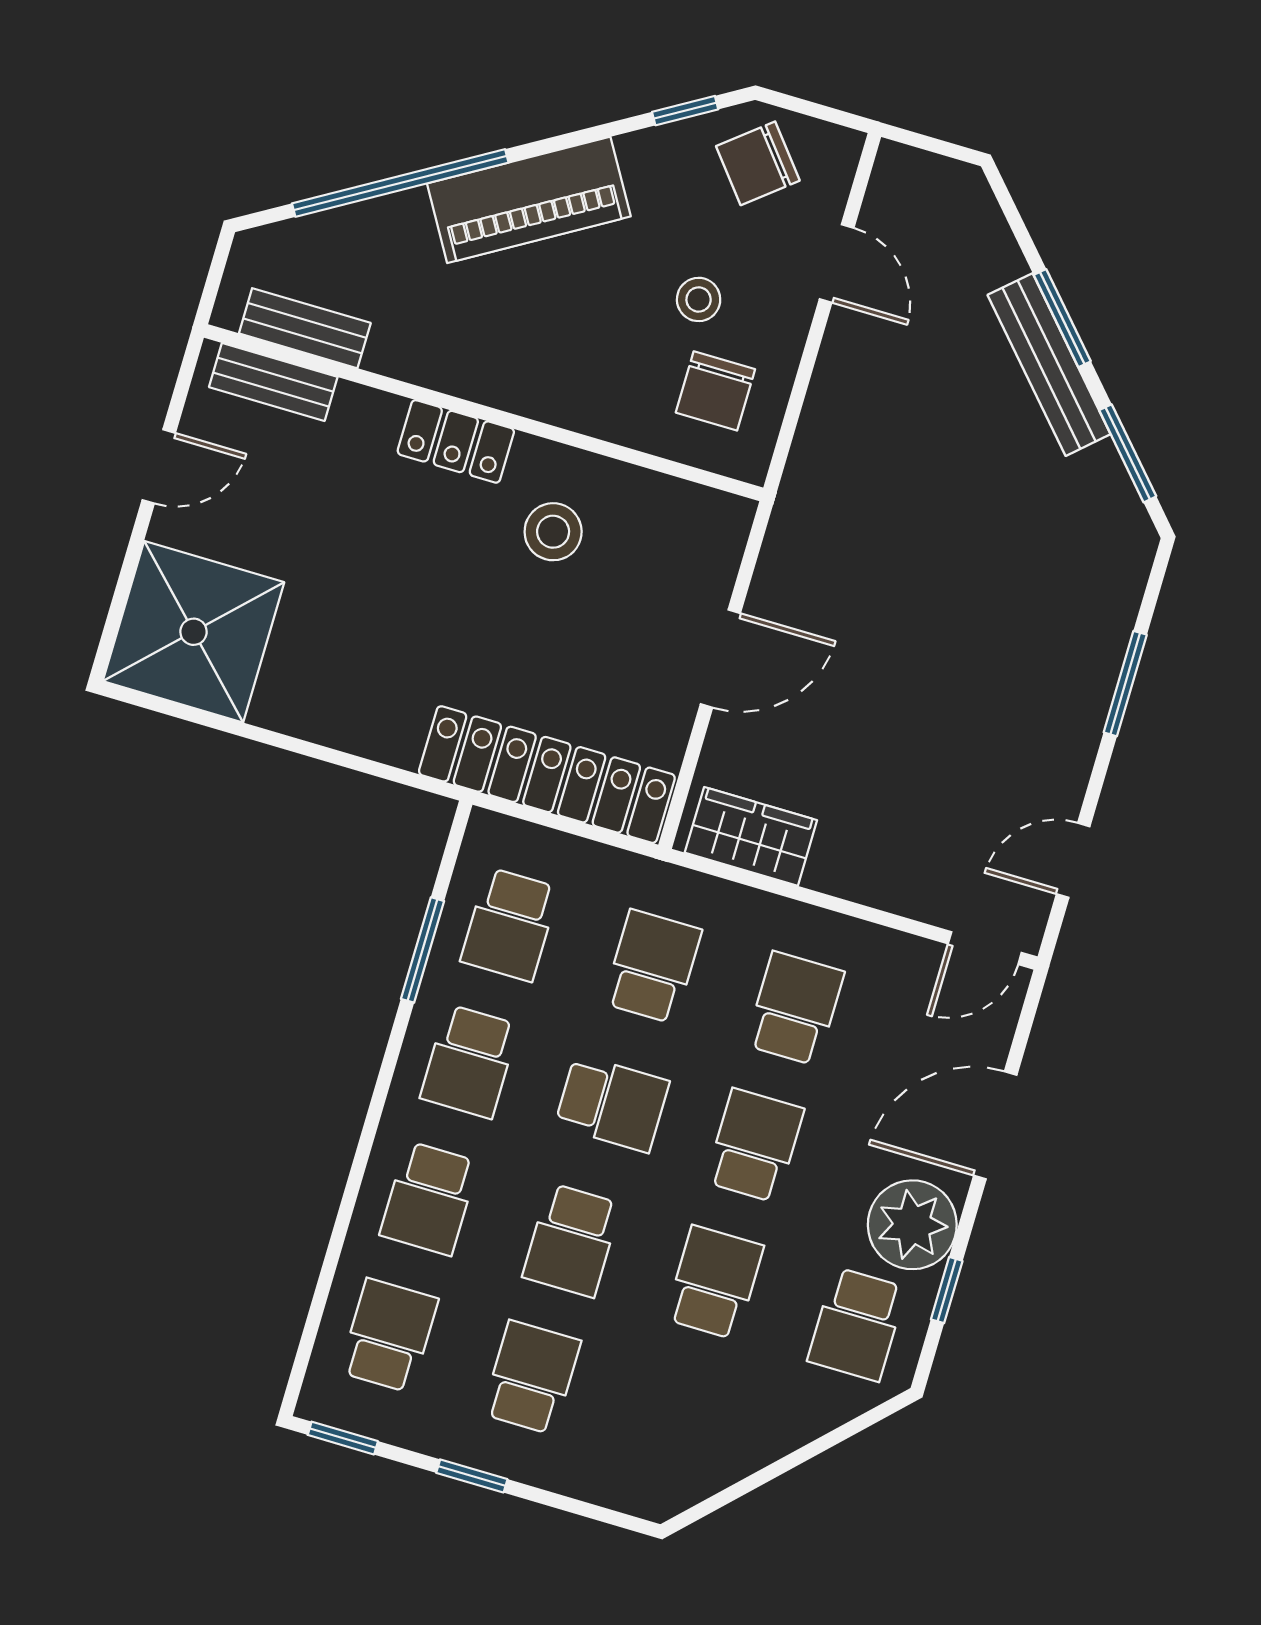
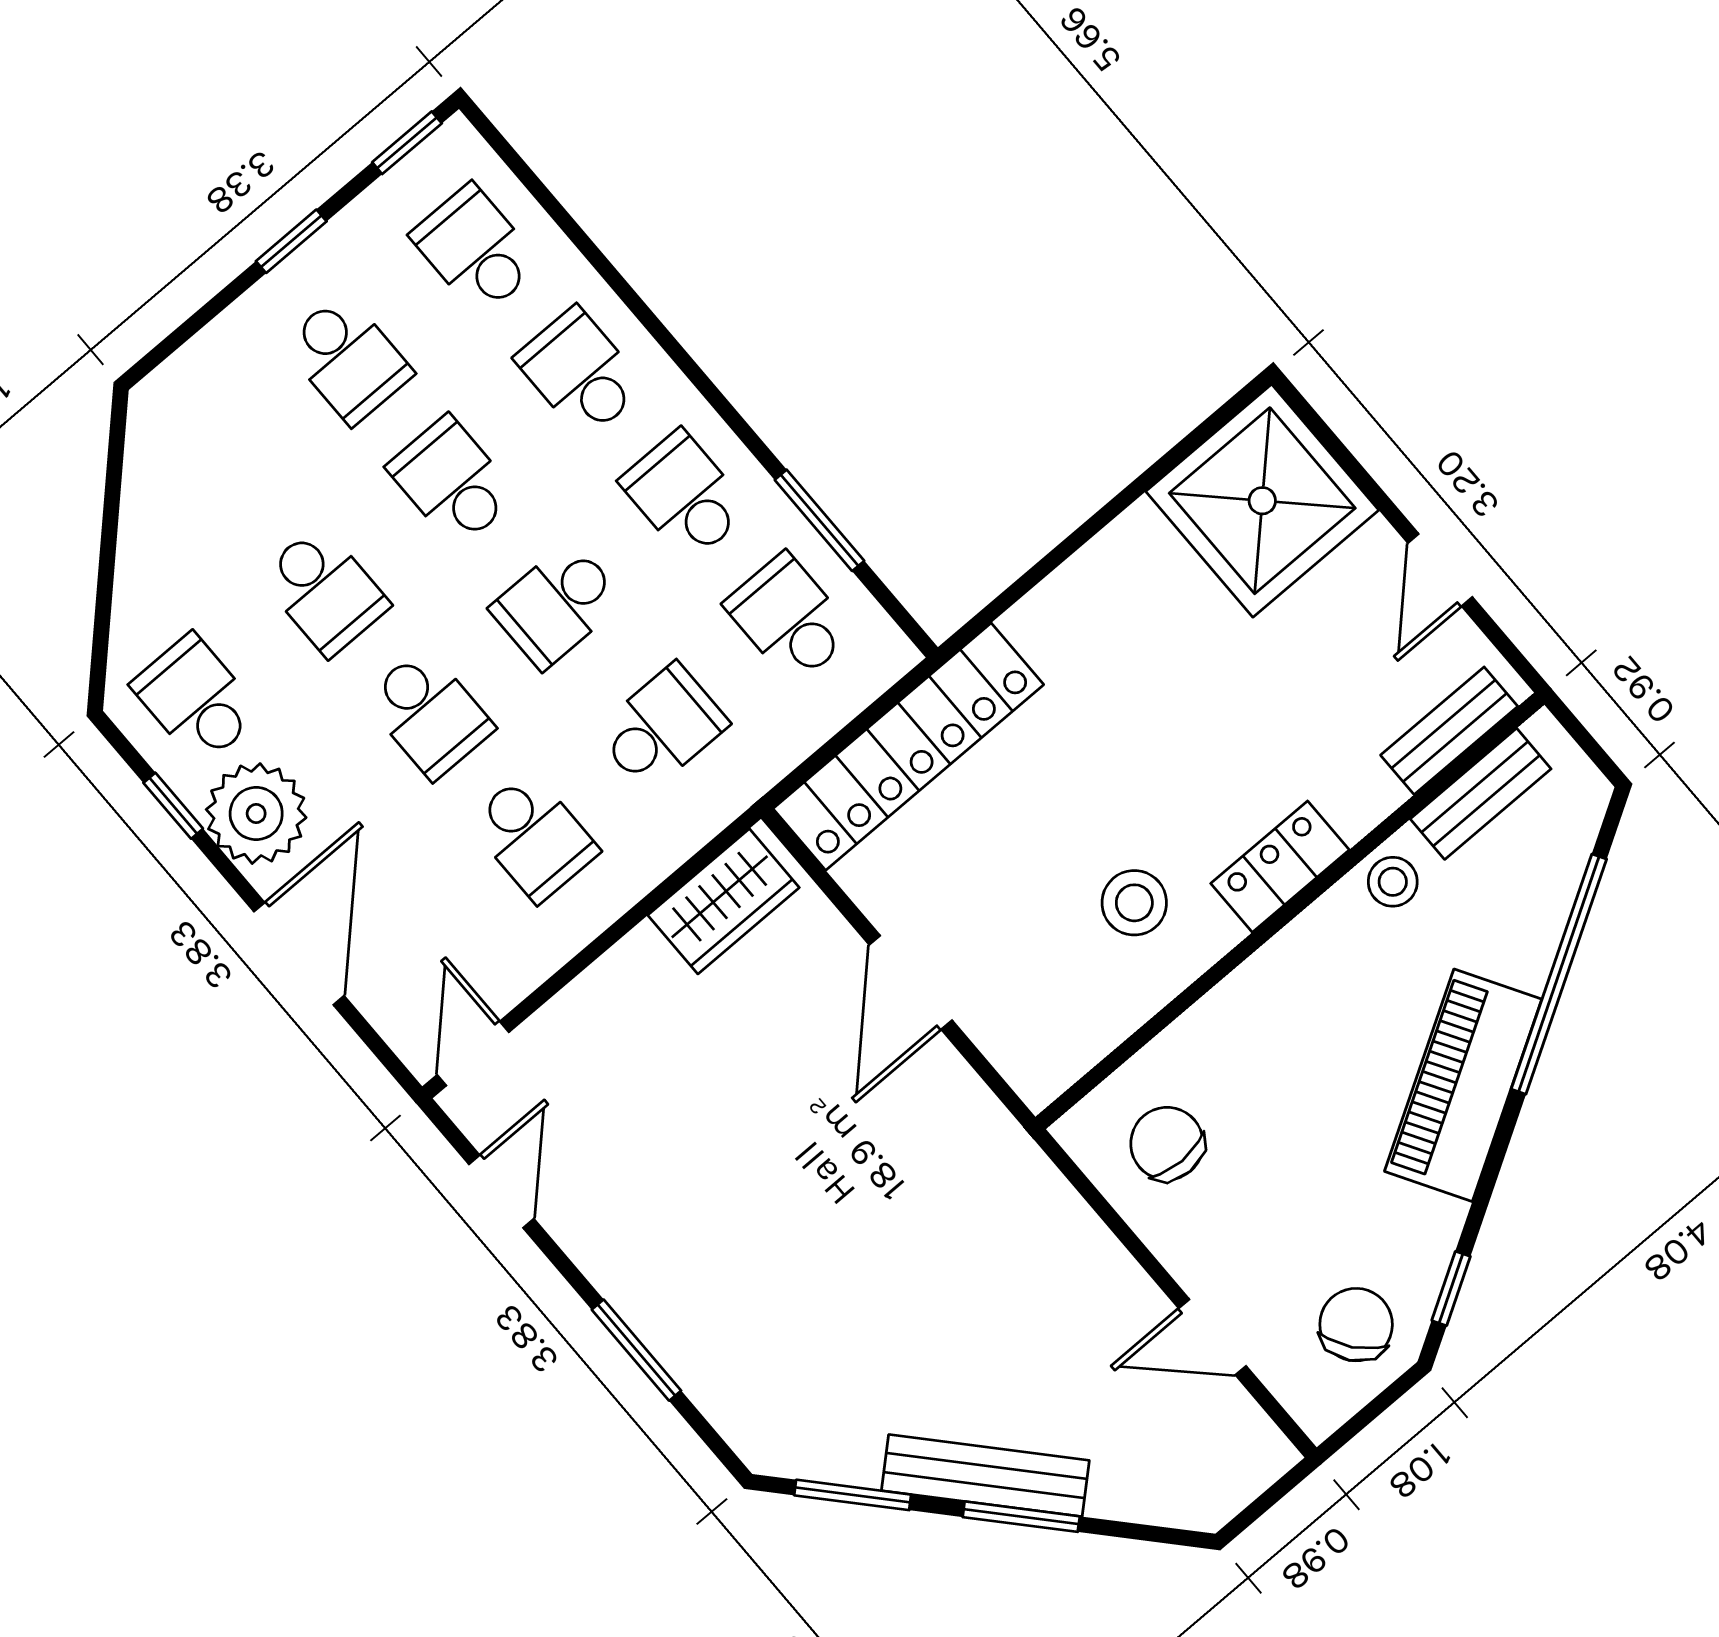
stool: (699, 299) -> (1393, 882), moved
school desk: (652, 966) -> (662, 728), turned -90
school desk: (389, 1335) -> (476, 250), turned 180

